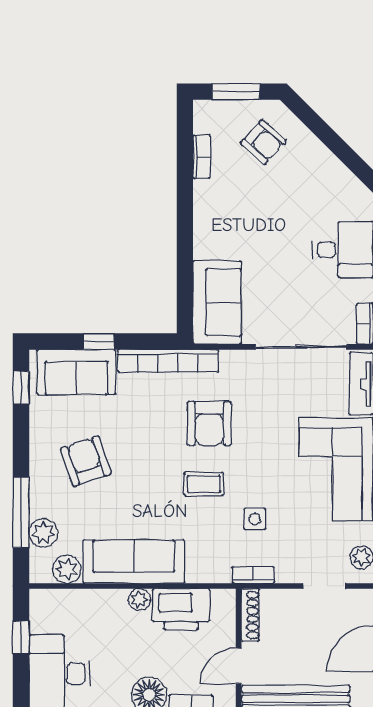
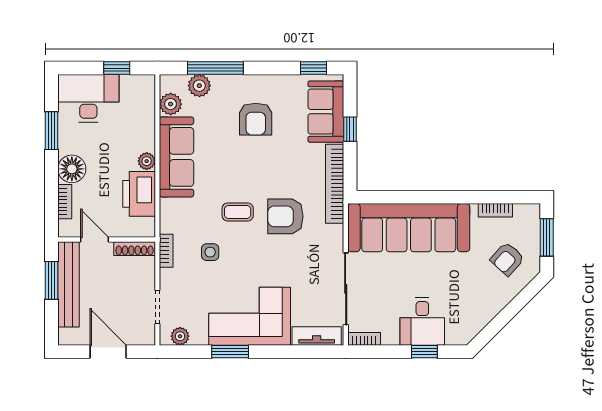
sofa: (217, 302) -> (409, 228), width x1.85, depth x1.27
armchair: (86, 461) -> (256, 119), turned 109
coffee table: (204, 484) -> (238, 212), turned 90

